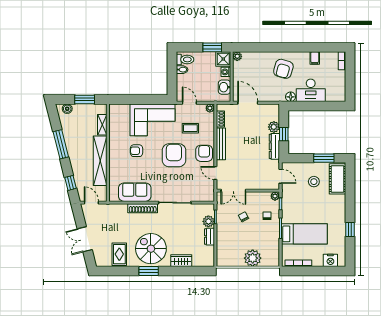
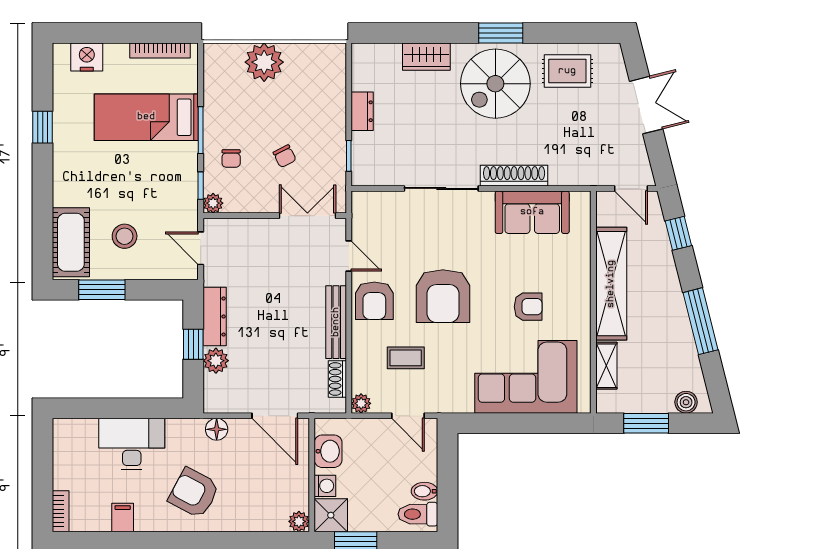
armchair: (283, 69) -> (194, 493), turned -78
floor lamp: (291, 97) -> (217, 429), moved
corner sofa: (153, 120) -> (526, 377), moved
plant: (208, 221) -> (364, 146), removed
spiral stairs: (151, 249) -> (495, 84), turned 90
rug: (119, 254) -> (567, 71), turned 90

